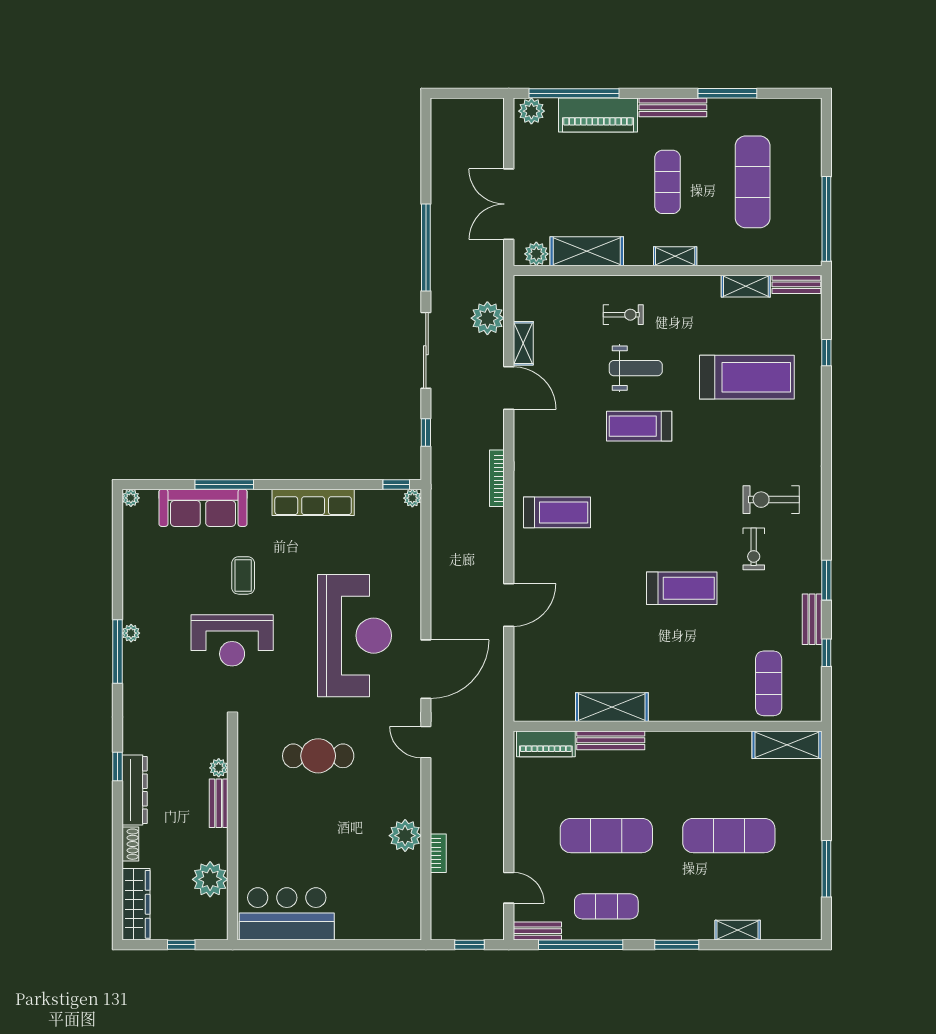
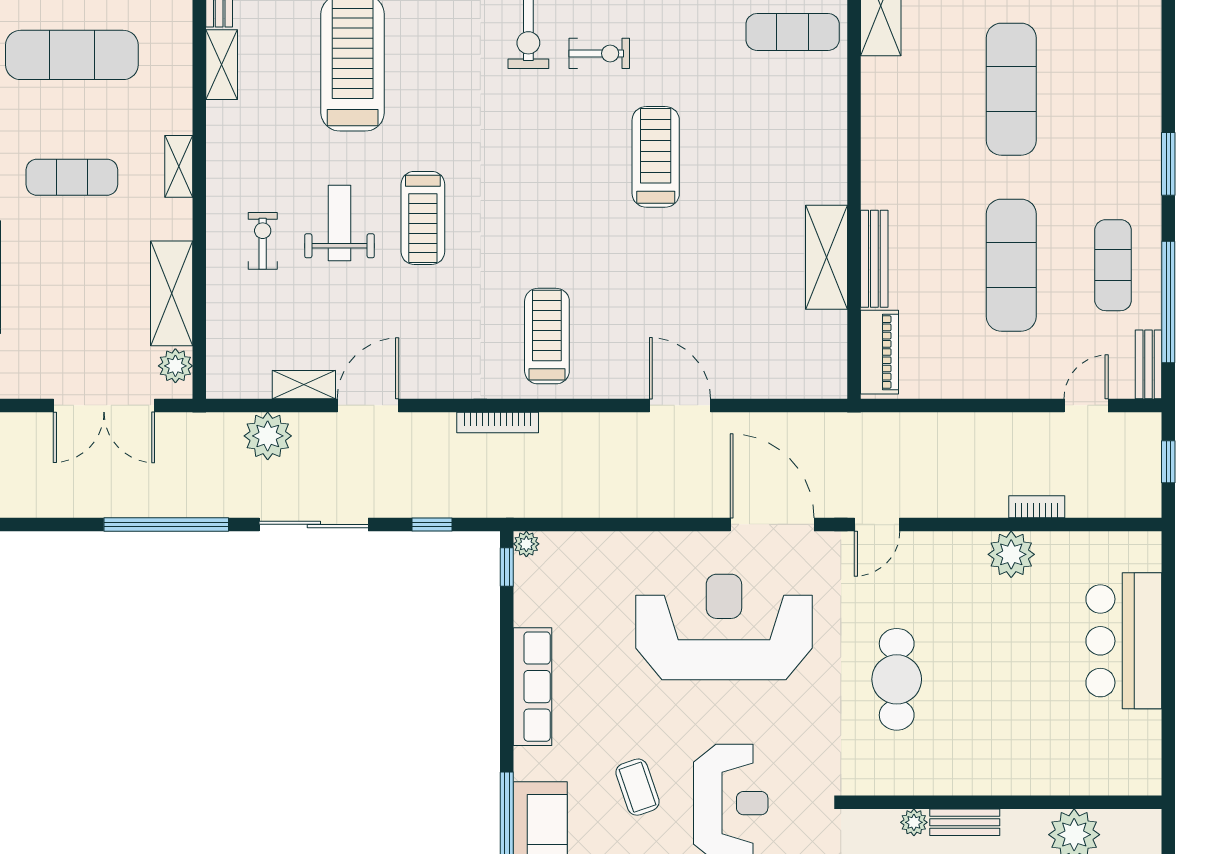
coffee table: (243, 575) -> (637, 787), turned 71
bar counter: (287, 914) -> (1124, 641), moved
shelving: (738, 930) -> (1147, 77), removed

